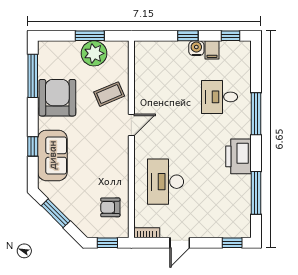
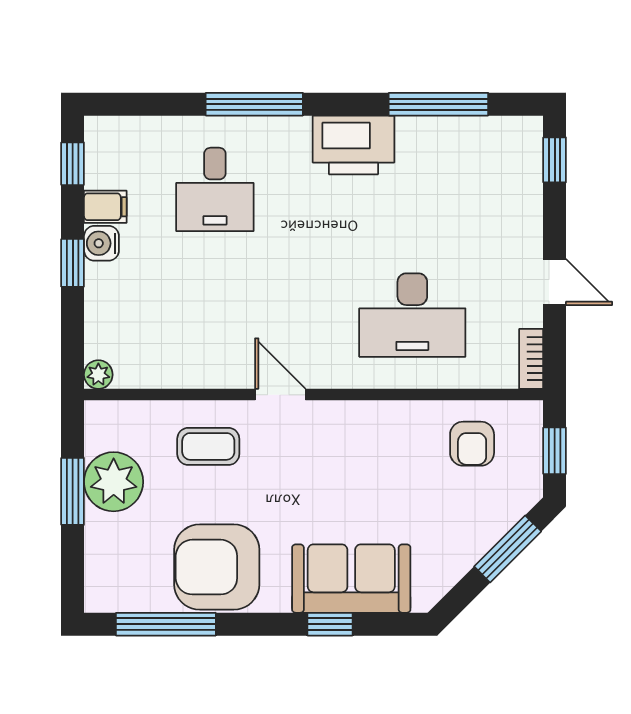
plant: (140, 47) -> (98, 375), added
coffee table: (109, 94) -> (208, 446), turned -67
window: (56, 213) -> (508, 549), moved

